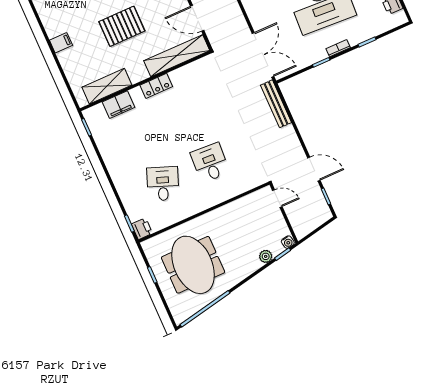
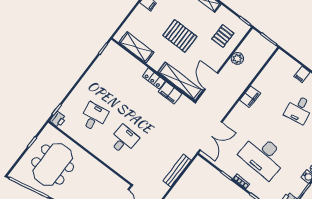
bench: (276, 104) -> (177, 171), moved
filing cabinet: (118, 105) -> (170, 93), moved
desk: (163, 184) -> (94, 117), turned -30

